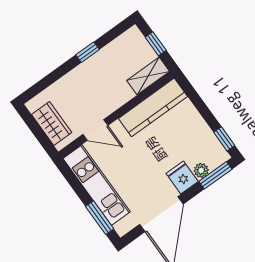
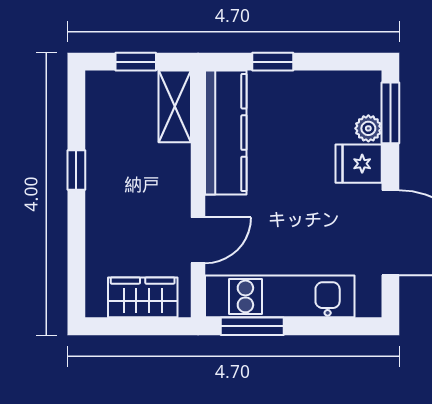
window: (224, 139) -> (273, 62), moved
window: (100, 218) -> (252, 326), moved

